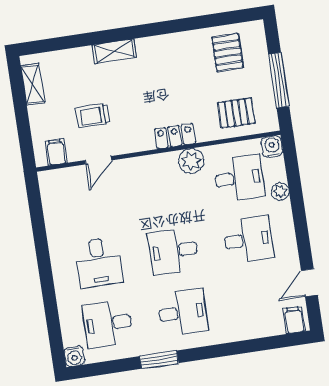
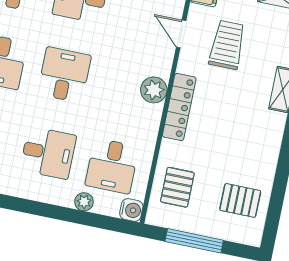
trolley: (93, 115) -> (227, 45), width x1.36, depth x1.39
locker: (175, 136) -> (179, 107), width x1.53
plant: (191, 161) -> (154, 90), moved
desk: (248, 240) -> (48, 153), turned -90

